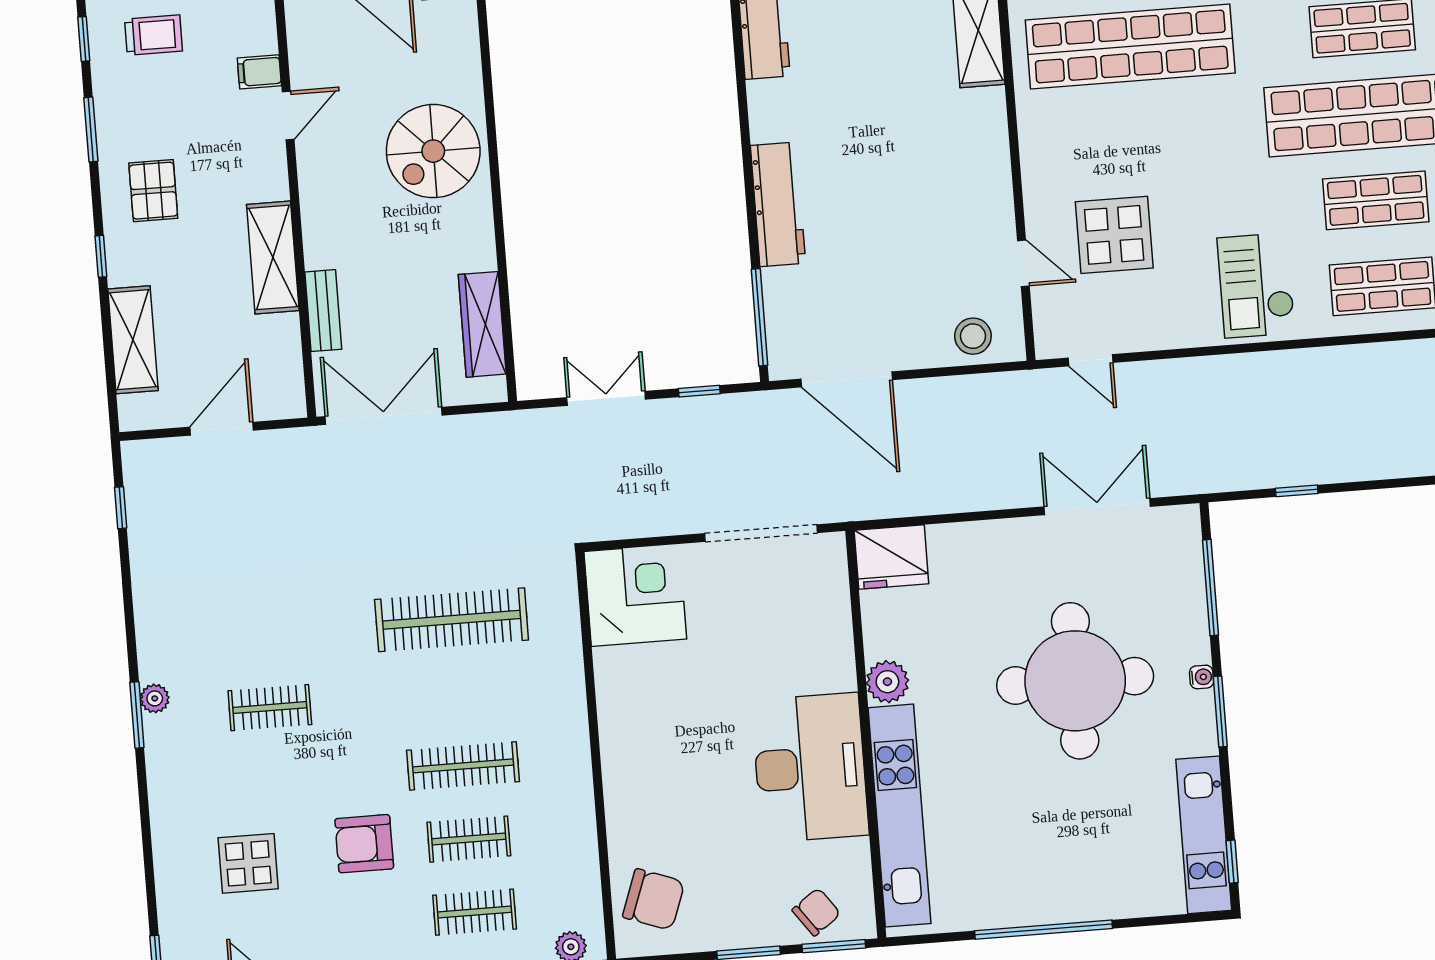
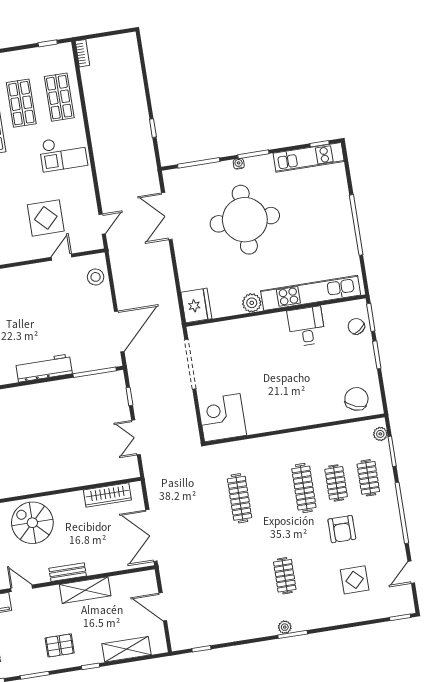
spiral stairs: (433, 151) -> (32, 523), turned 180
bench: (323, 311) -> (68, 572), moved
clothes rail: (452, 620) -> (239, 498), width x0.73, depth x0.76
desk: (810, 768) -> (306, 326), width x0.53, depth x0.77

